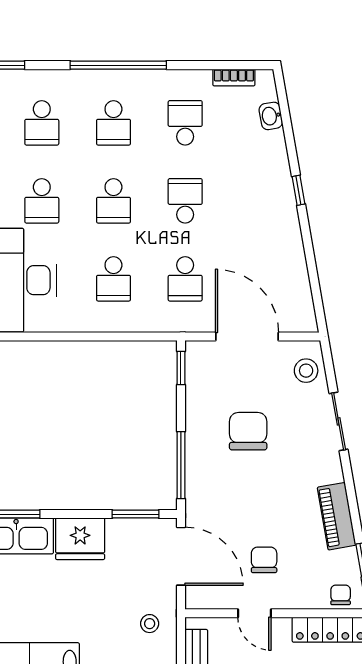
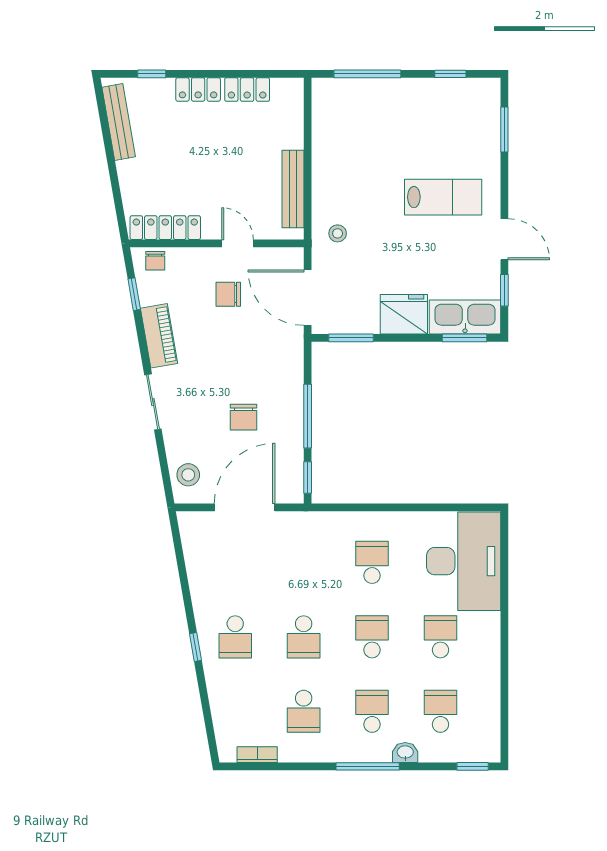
window: (118, 65) -> (368, 766), width x0.68
washbasin: (271, 116) -> (405, 753), moved, turned -80
school desk: (185, 279) -> (235, 637), moved, turned 180
door: (247, 337) -> (245, 507), swing flipped
sliding door: (339, 421) -> (153, 402), moved
chair: (248, 431) -> (244, 417), width x0.73, depth x0.73
window: (181, 465) -> (308, 416), moved
chair: (264, 560) -> (228, 294), turned 90

